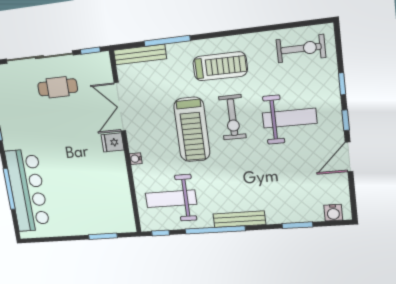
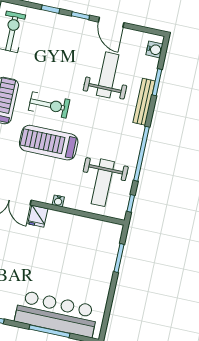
weight bench: (290, 118) -> (108, 75), moved
treadmill: (192, 130) -> (49, 143), turned 180
bench: (239, 219) -> (144, 102), moved

